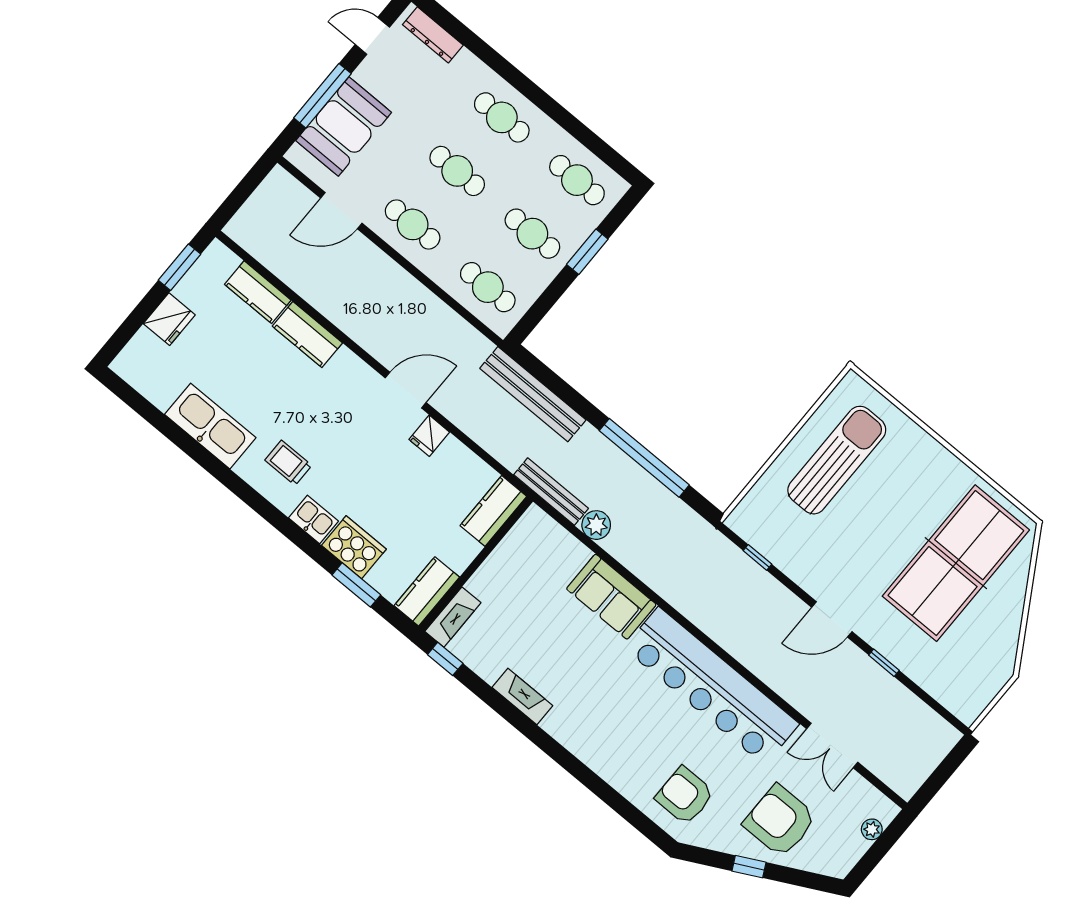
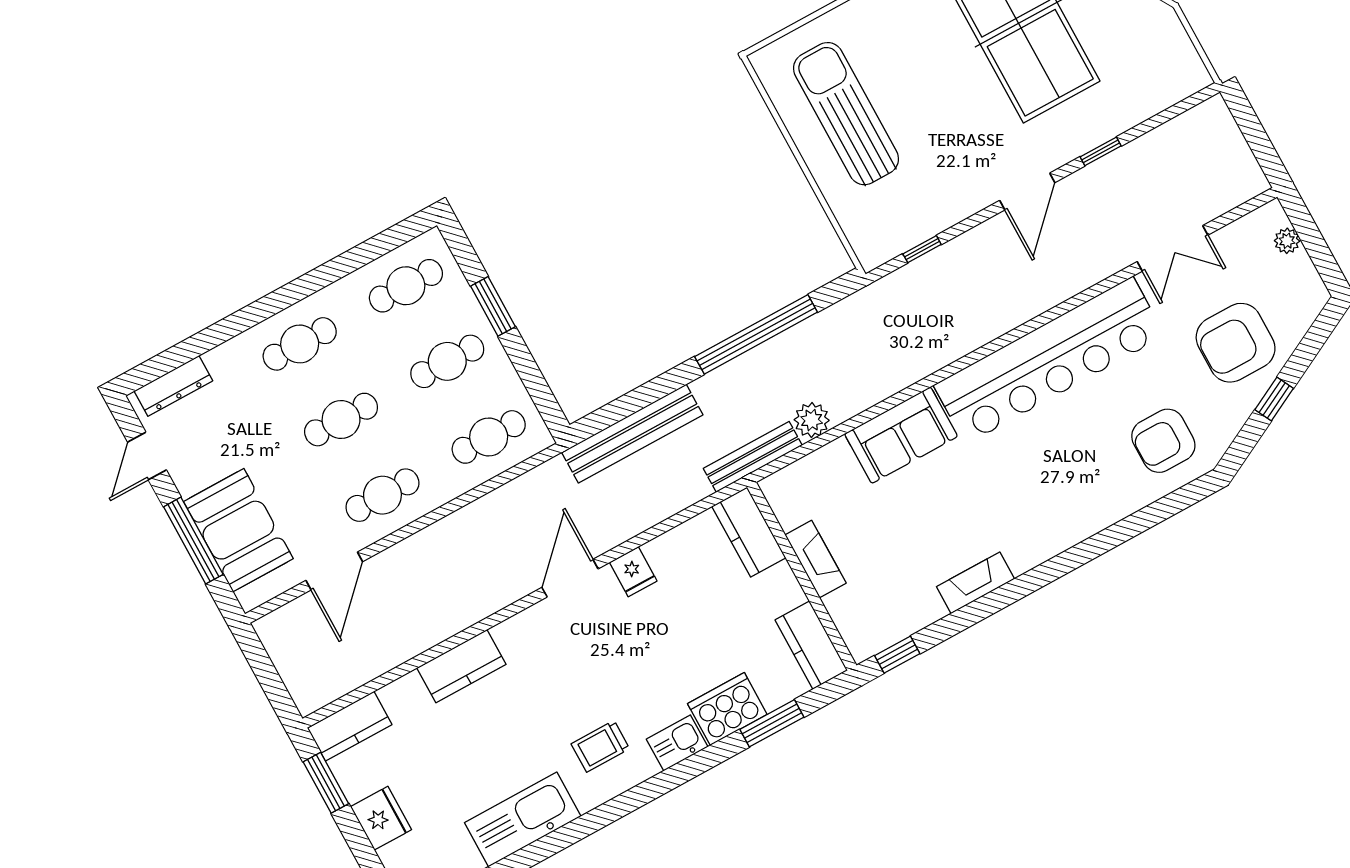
kitchen counter: (258, 292) -> (350, 726), moved
fireplace: (453, 617) -> (816, 559), moved

